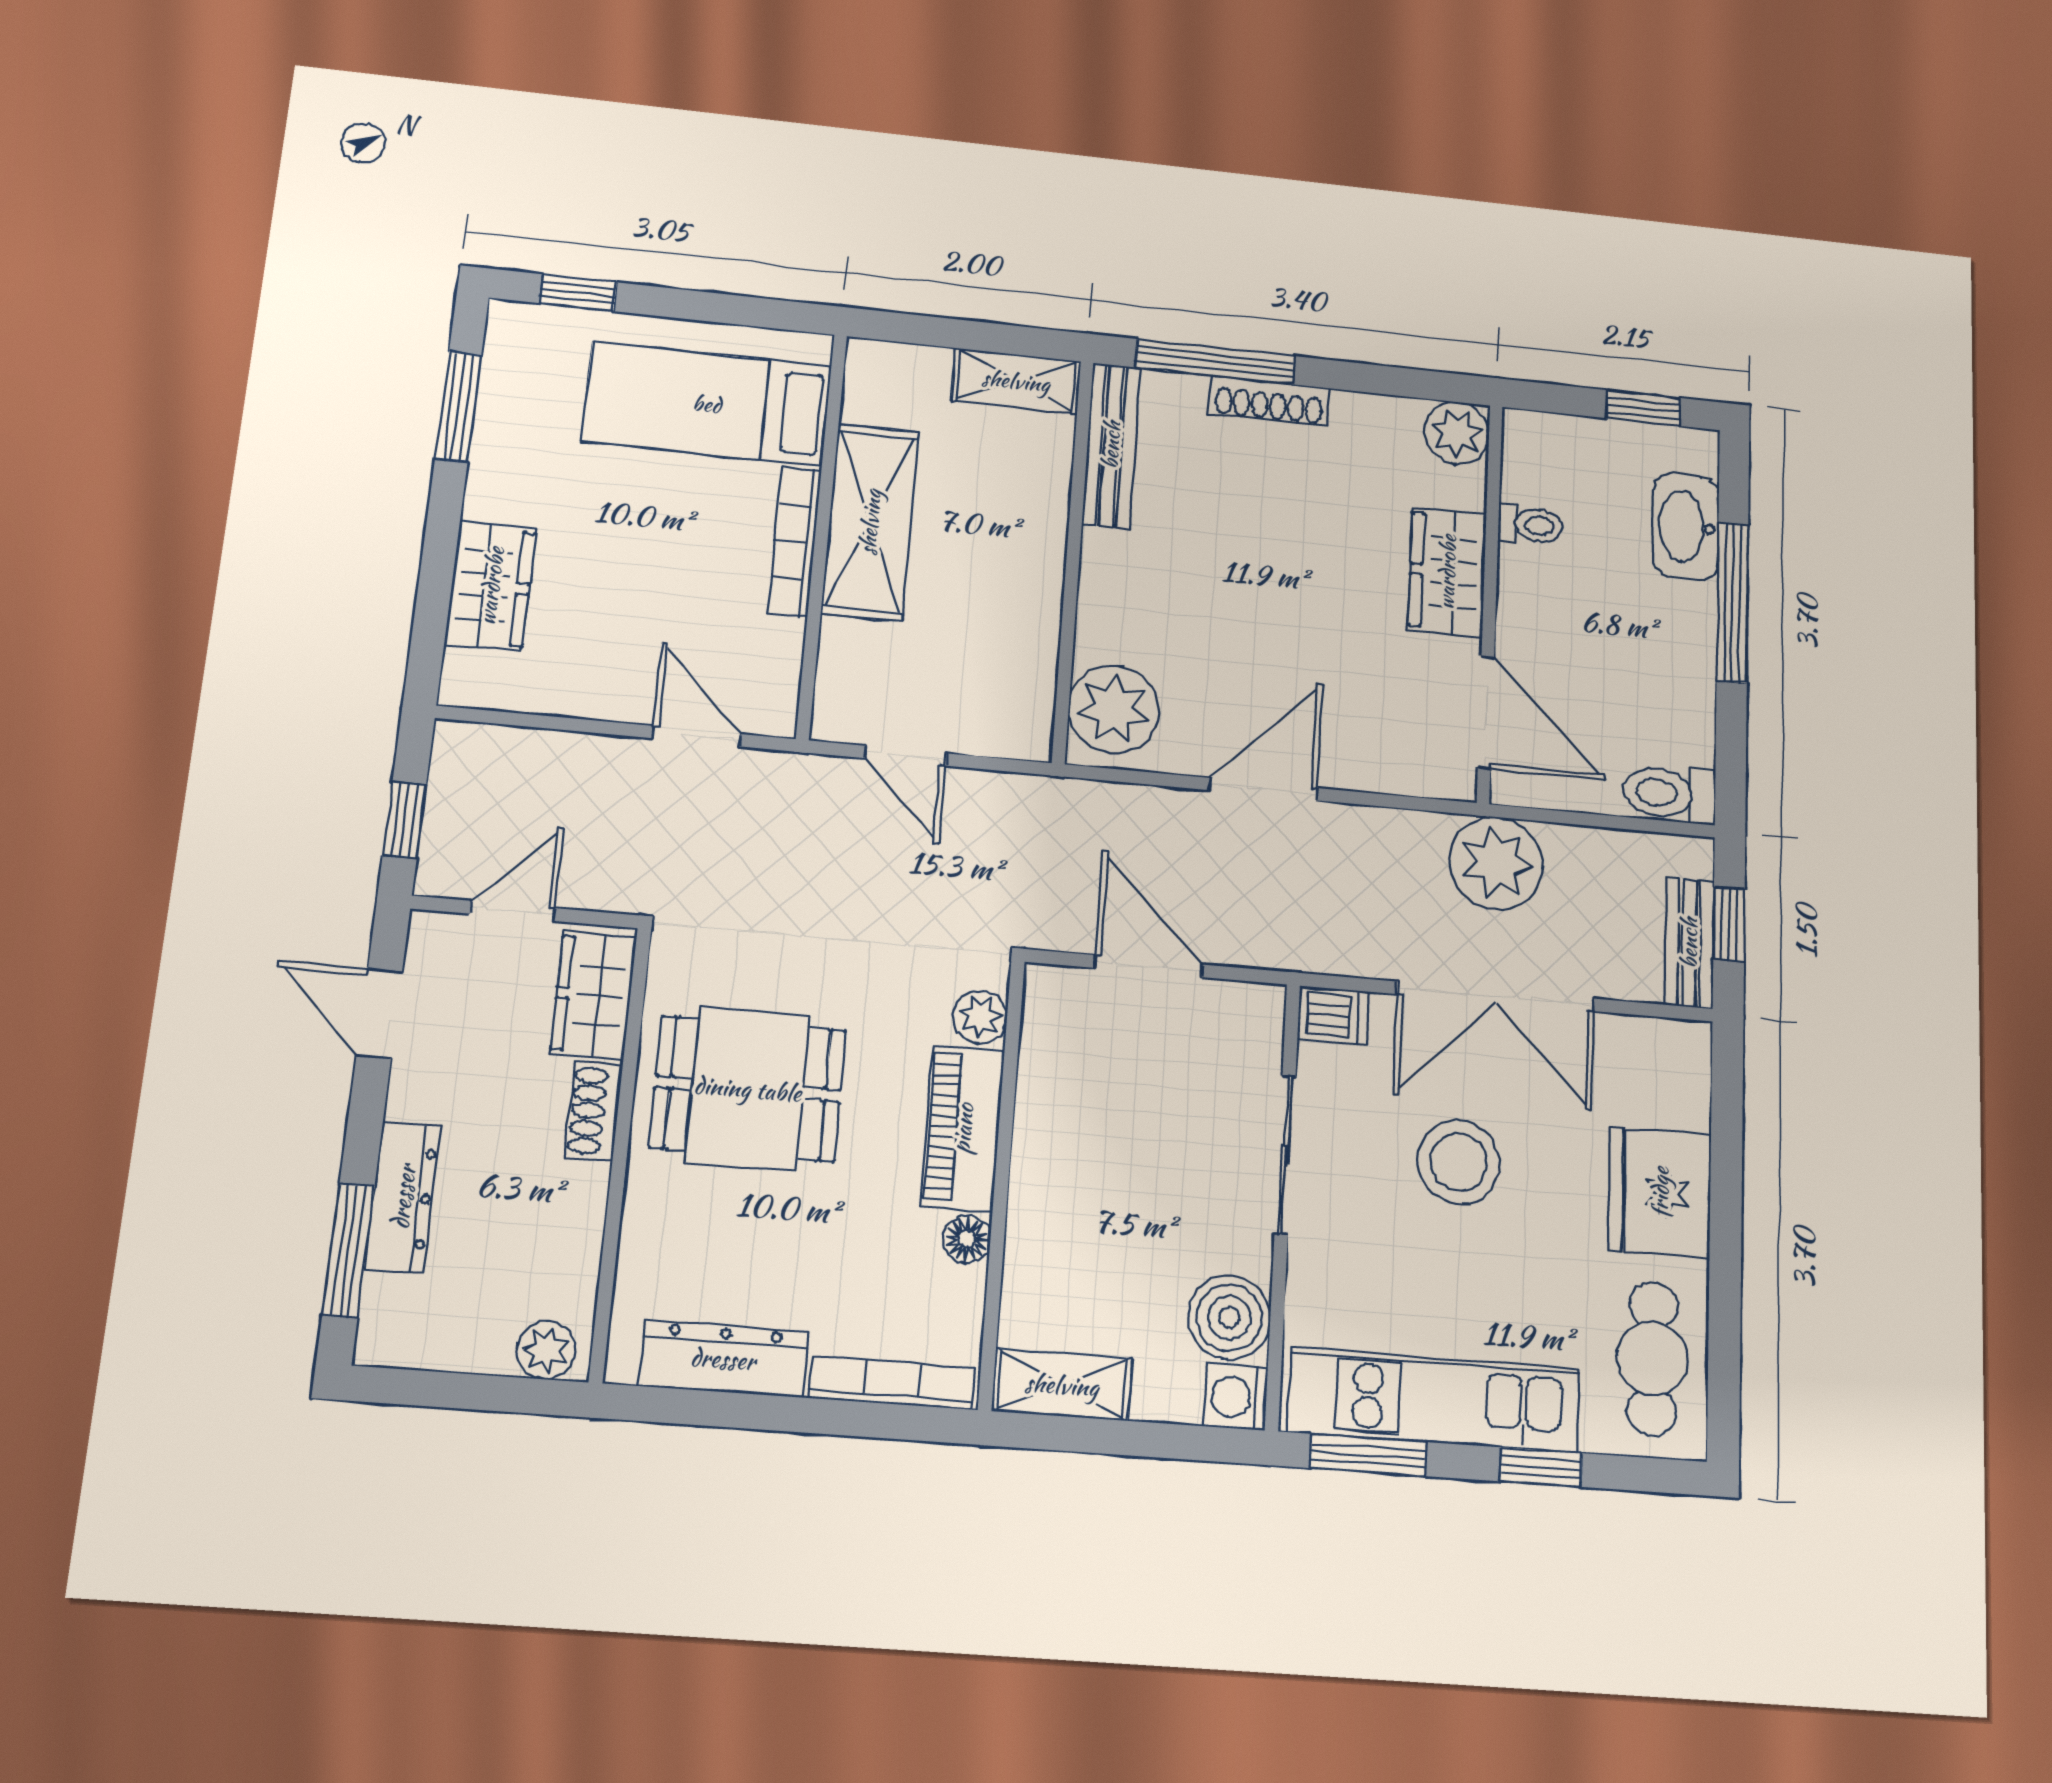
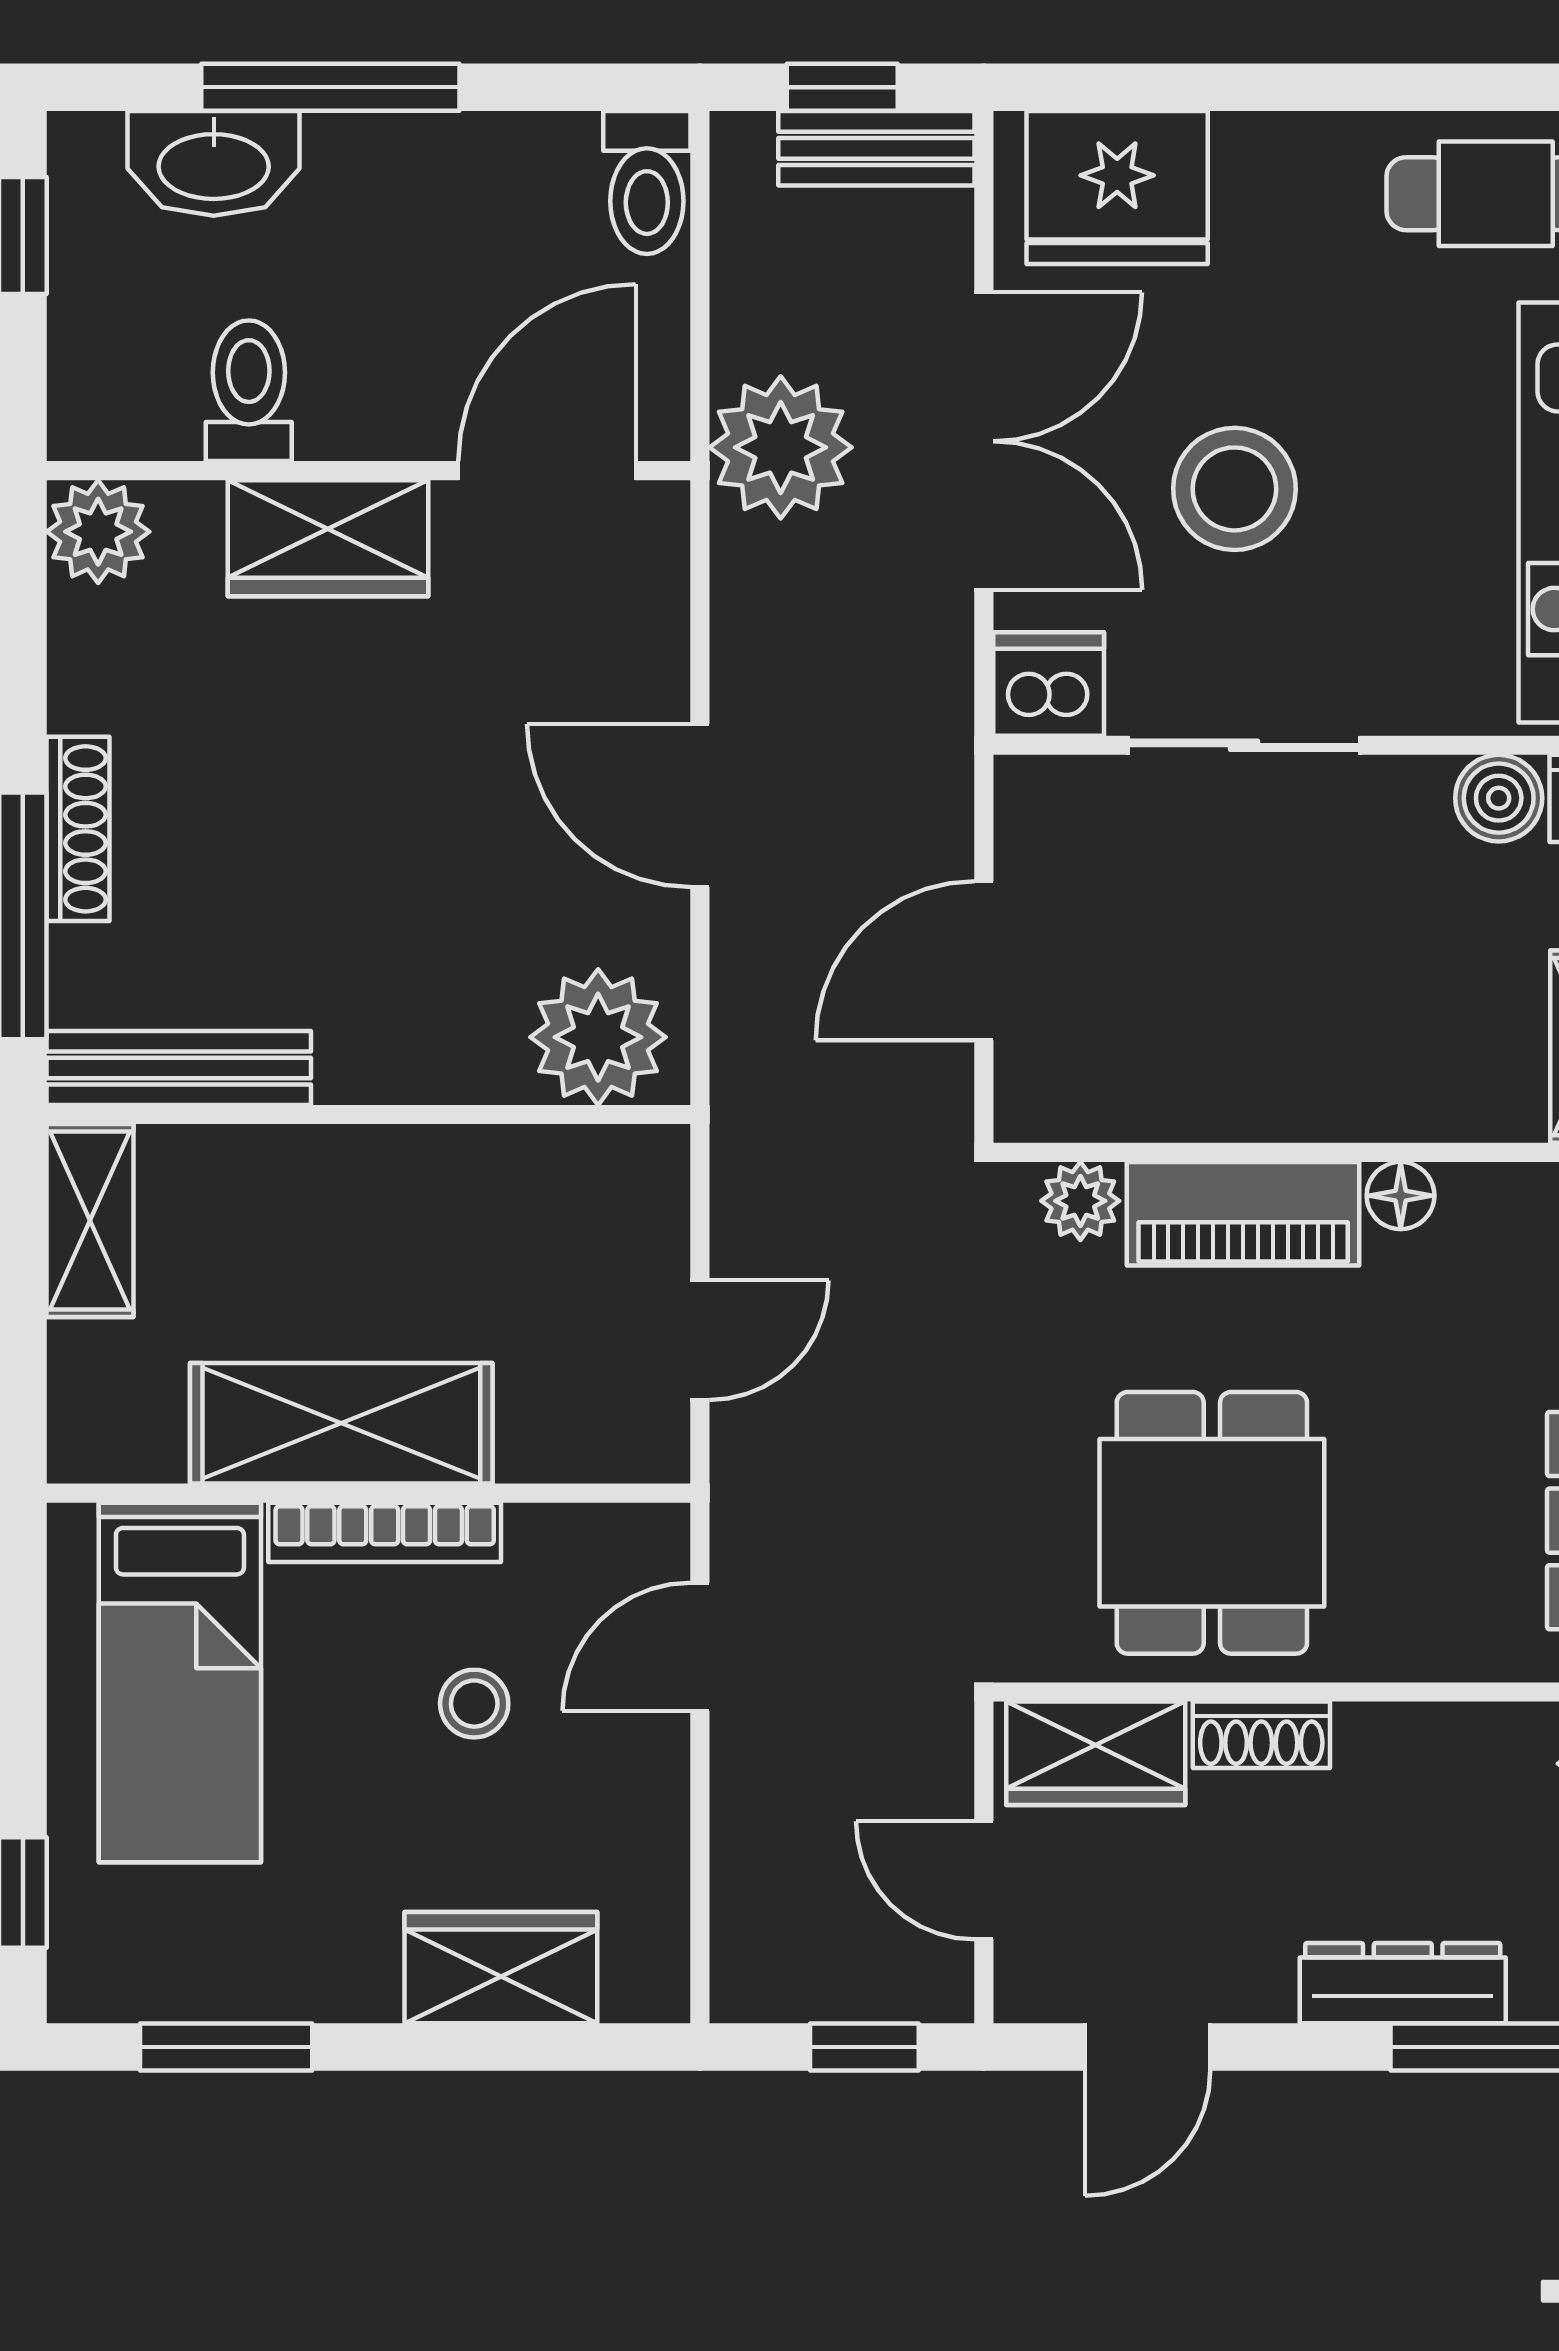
toilet: (1531, 525) -> (249, 391), width x1.37, depth x1.39
stool: (673, 587) -> (474, 1704), added
dishwasher: (1333, 1015) -> (1049, 684), width x1.38
fridge: (1660, 1192) -> (1117, 188), moved
boiler: (1229, 1317) -> (1499, 798), width x0.73, depth x0.73

